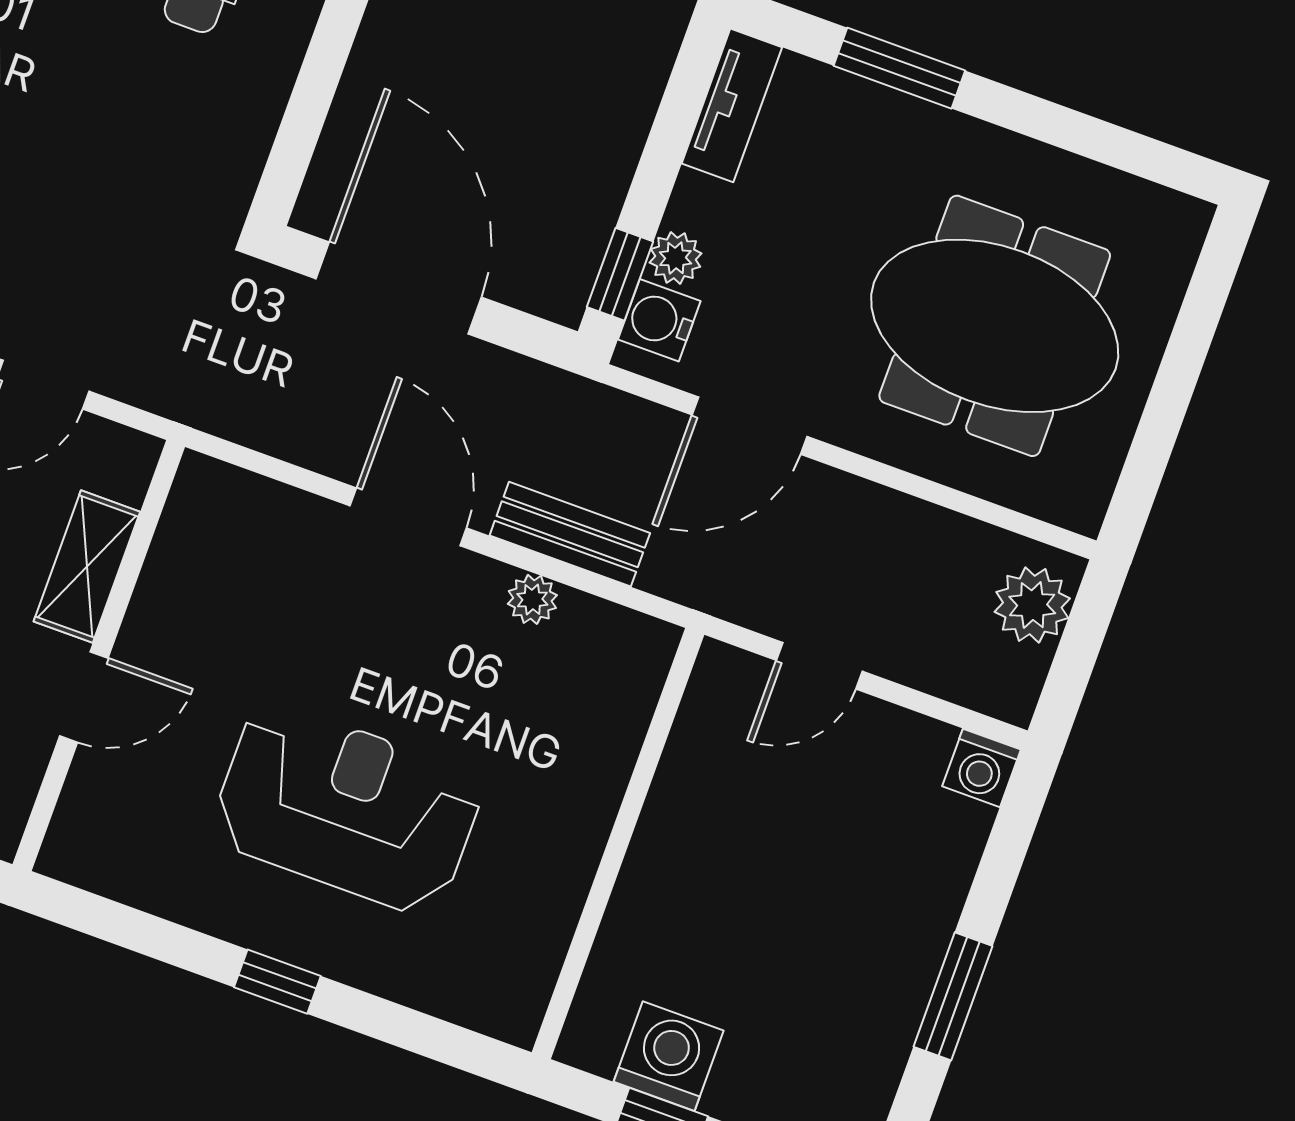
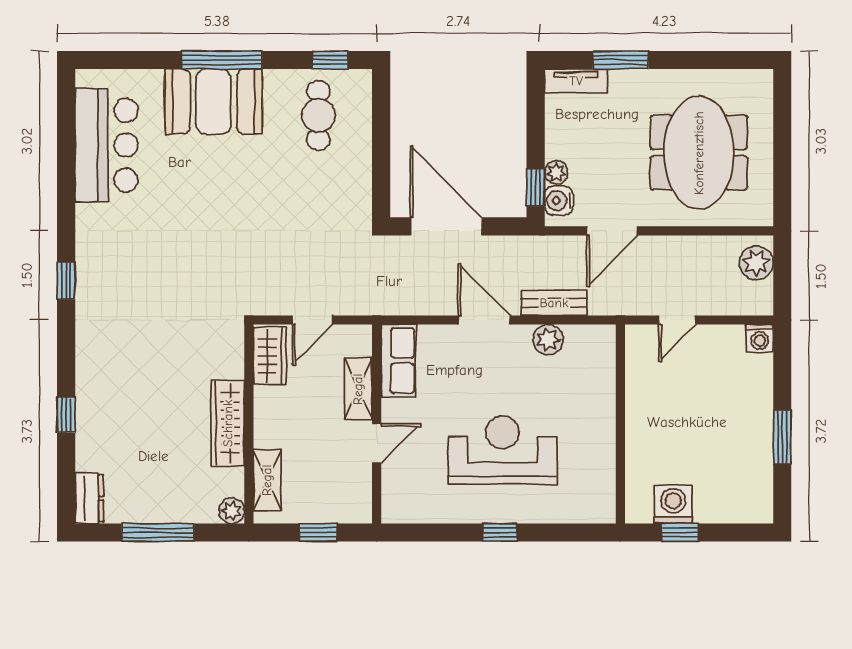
tv unit: (732, 105) -> (576, 81), moved, turned 90
meeting table: (995, 326) -> (699, 153), turned 90
row of seats: (194, 537) -> (398, 361), added
plant: (532, 599) -> (548, 340), width x1.38, depth x1.38

